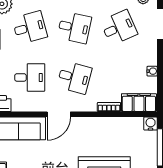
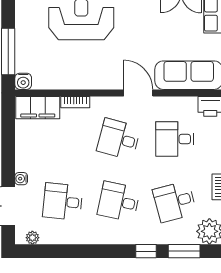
desk: (119, 28) -> (63, 202), turned 30
water cooler: (152, 71) -> (21, 179), moved
door: (59, 114) -> (138, 93), hinge flipped

